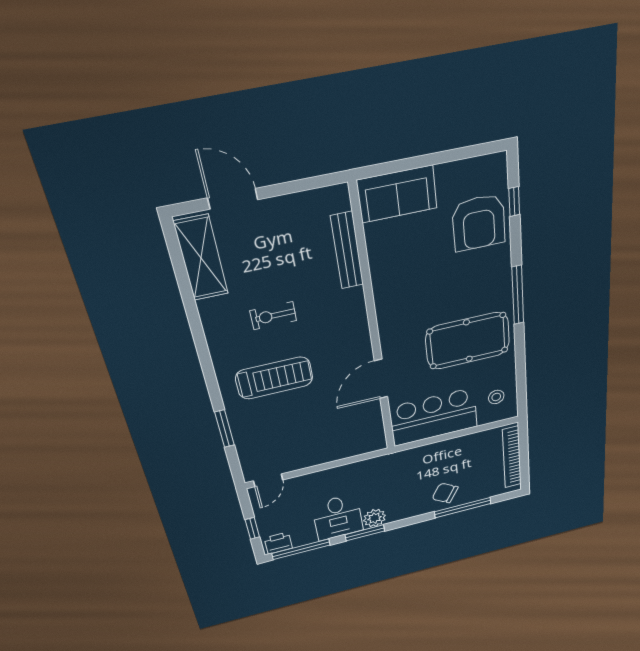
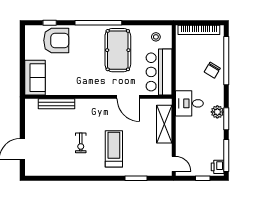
shelving: (201, 258) -> (164, 124), moved, turned 90
window: (518, 295) -> (98, 23), width x1.46
window: (463, 508) -> (226, 61), width x1.46
desk: (338, 517) -> (189, 103), moved, turned 180

